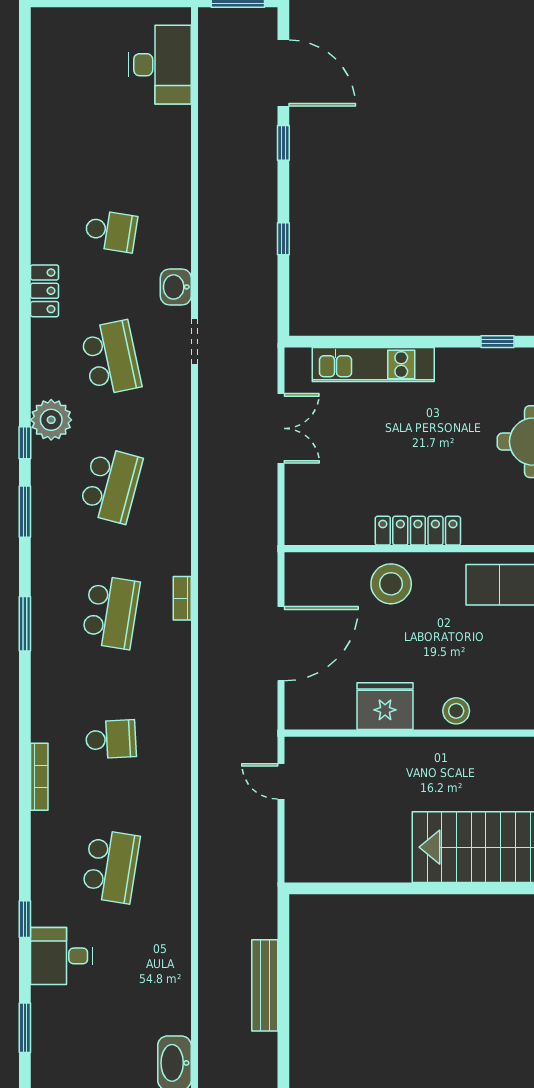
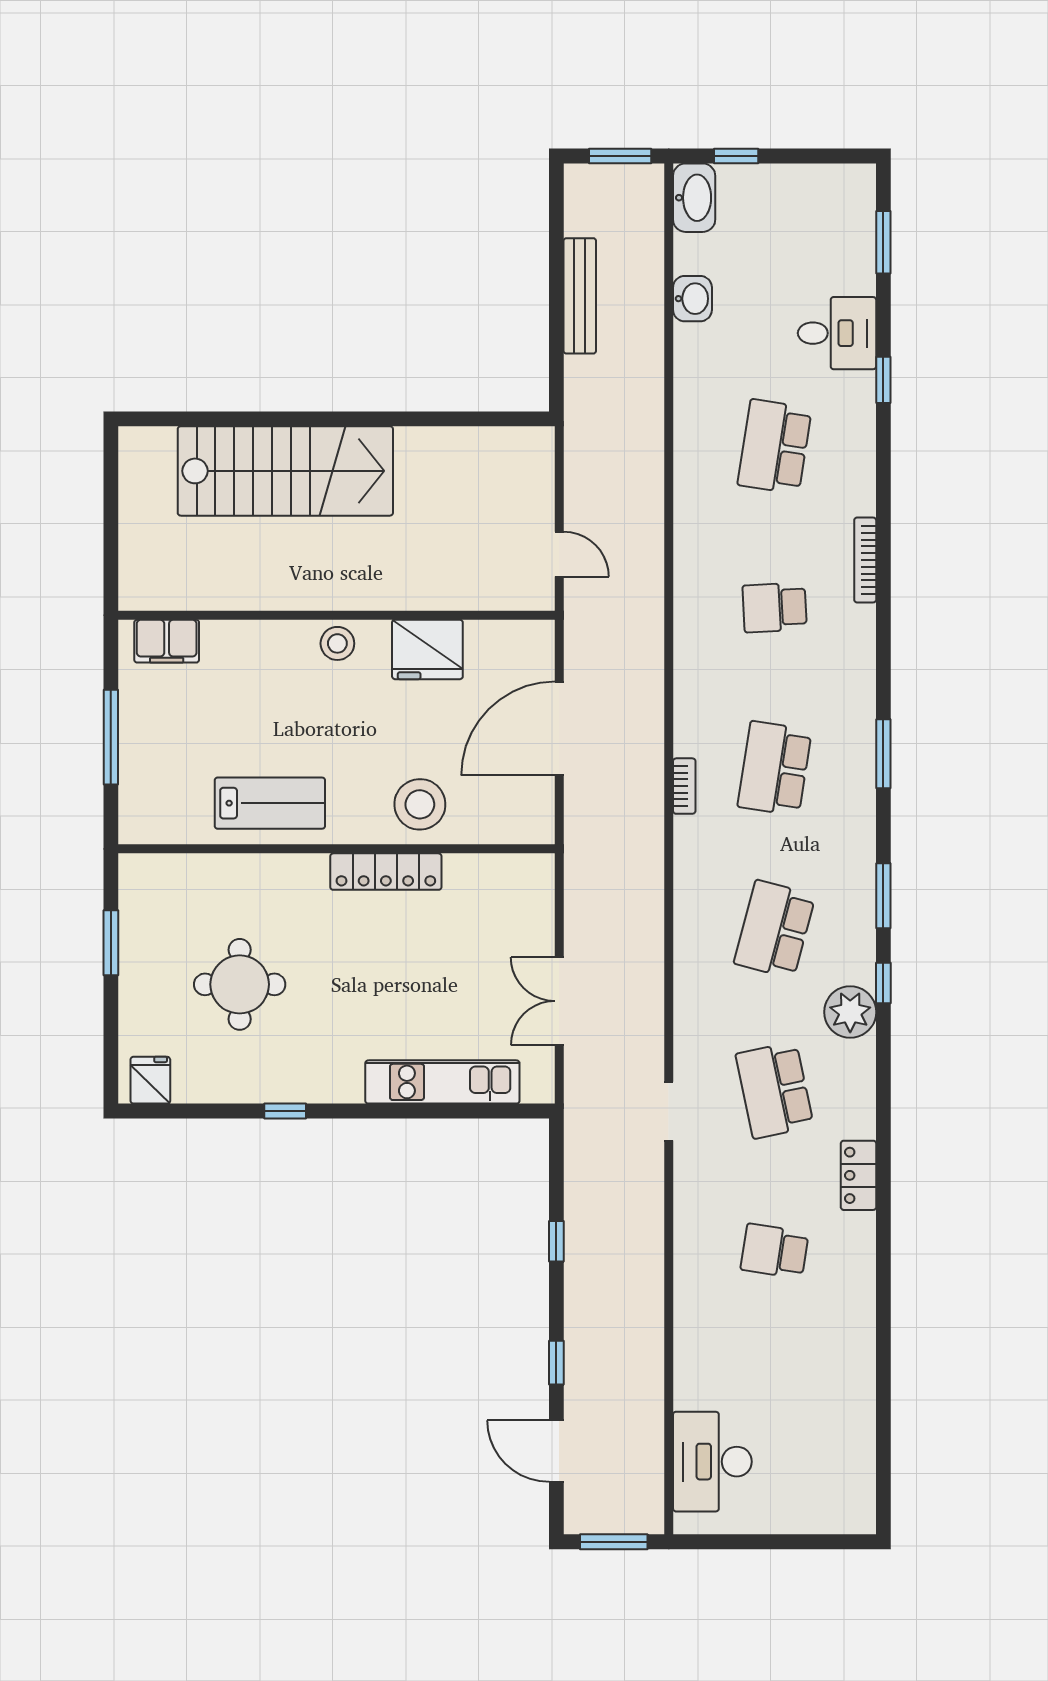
door: (283, 73) -> (556, 1451), width x0.73
washbasin: (176, 287) -> (692, 299), moved

